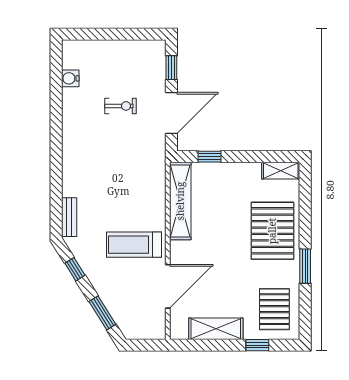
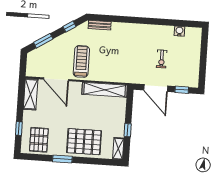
window: (209, 157) -> (128, 130), moved
pallet: (274, 309) -> (39, 140), turned 90
shelving: (216, 329) -> (31, 94), moved

